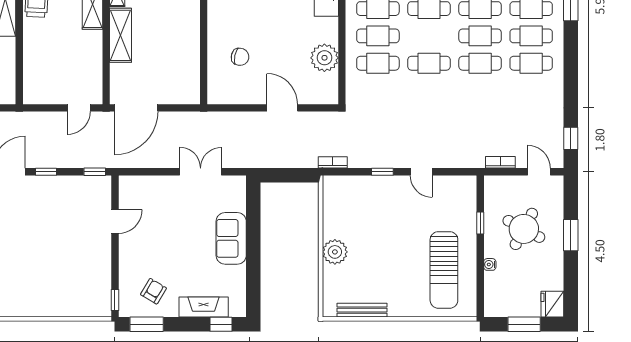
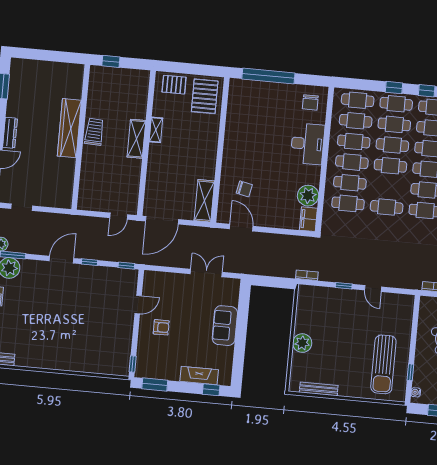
shelving: (121, 35) -> (204, 201), moved
filing cabinet: (328, 89) -> (308, 219), added
door: (282, 108) -> (241, 228), moved
window: (480, 223) -> (410, 372), moved
water cooler: (490, 264) -> (416, 392), moved
armchair: (153, 291) -> (161, 327), moved, turned 59

